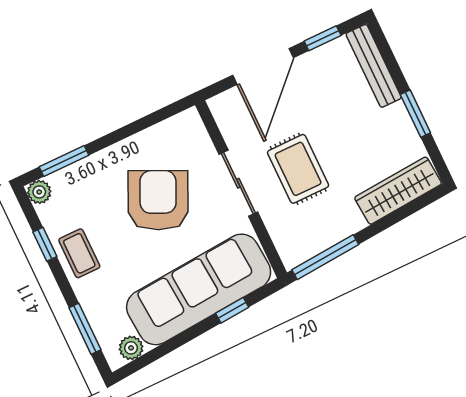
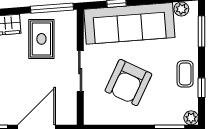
rug: (298, 169) -> (41, 39), moved

